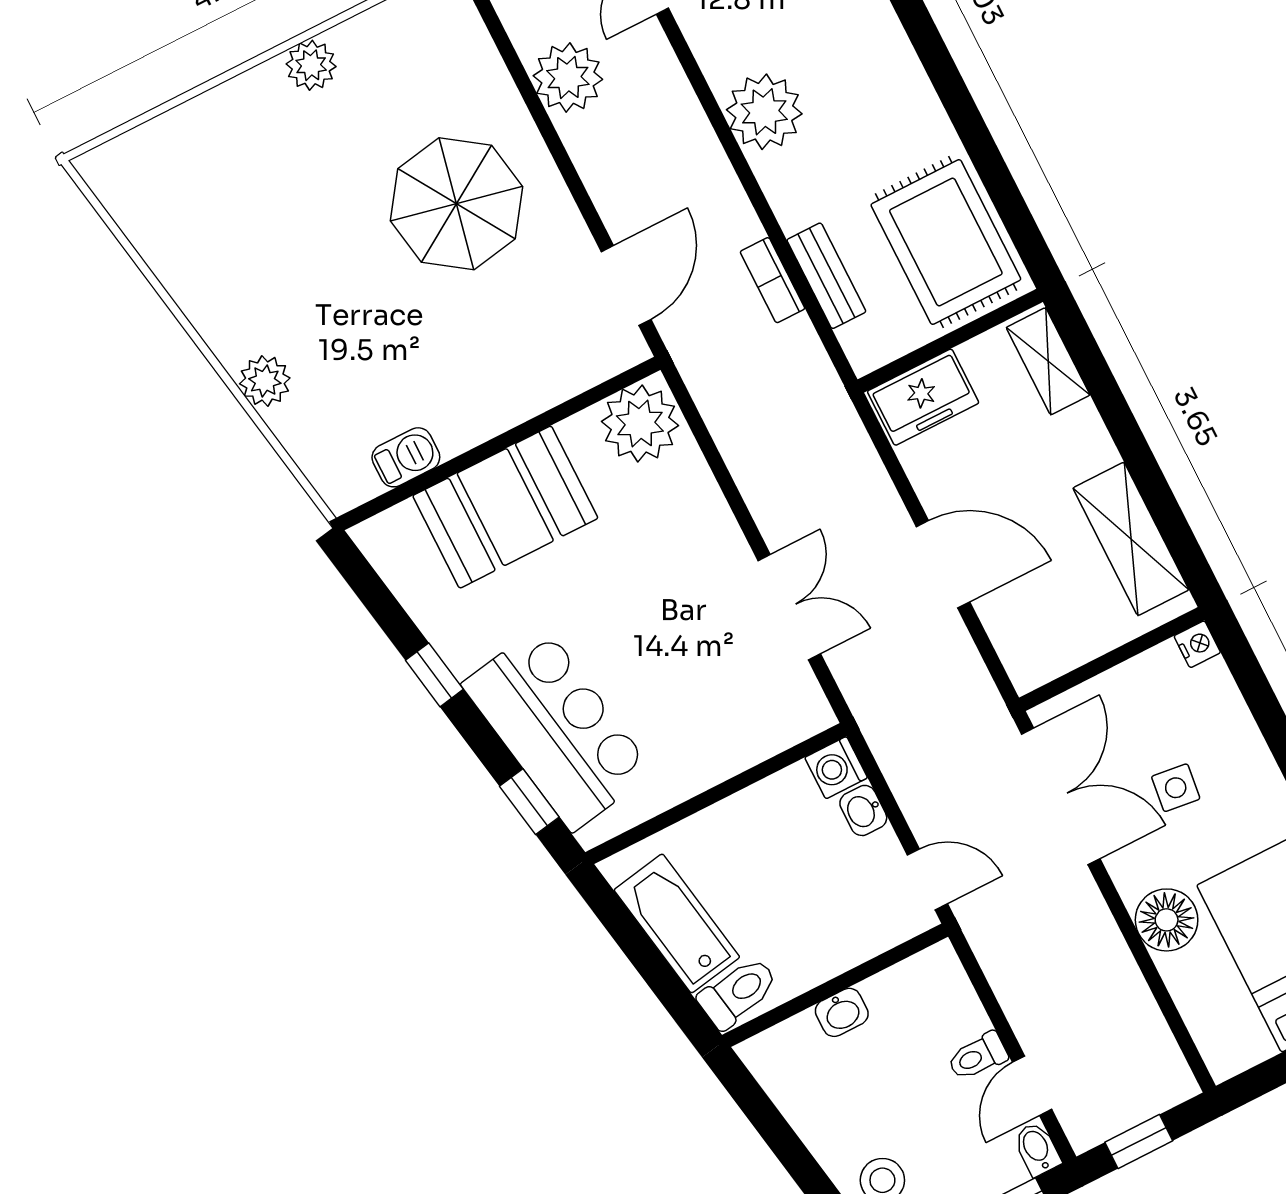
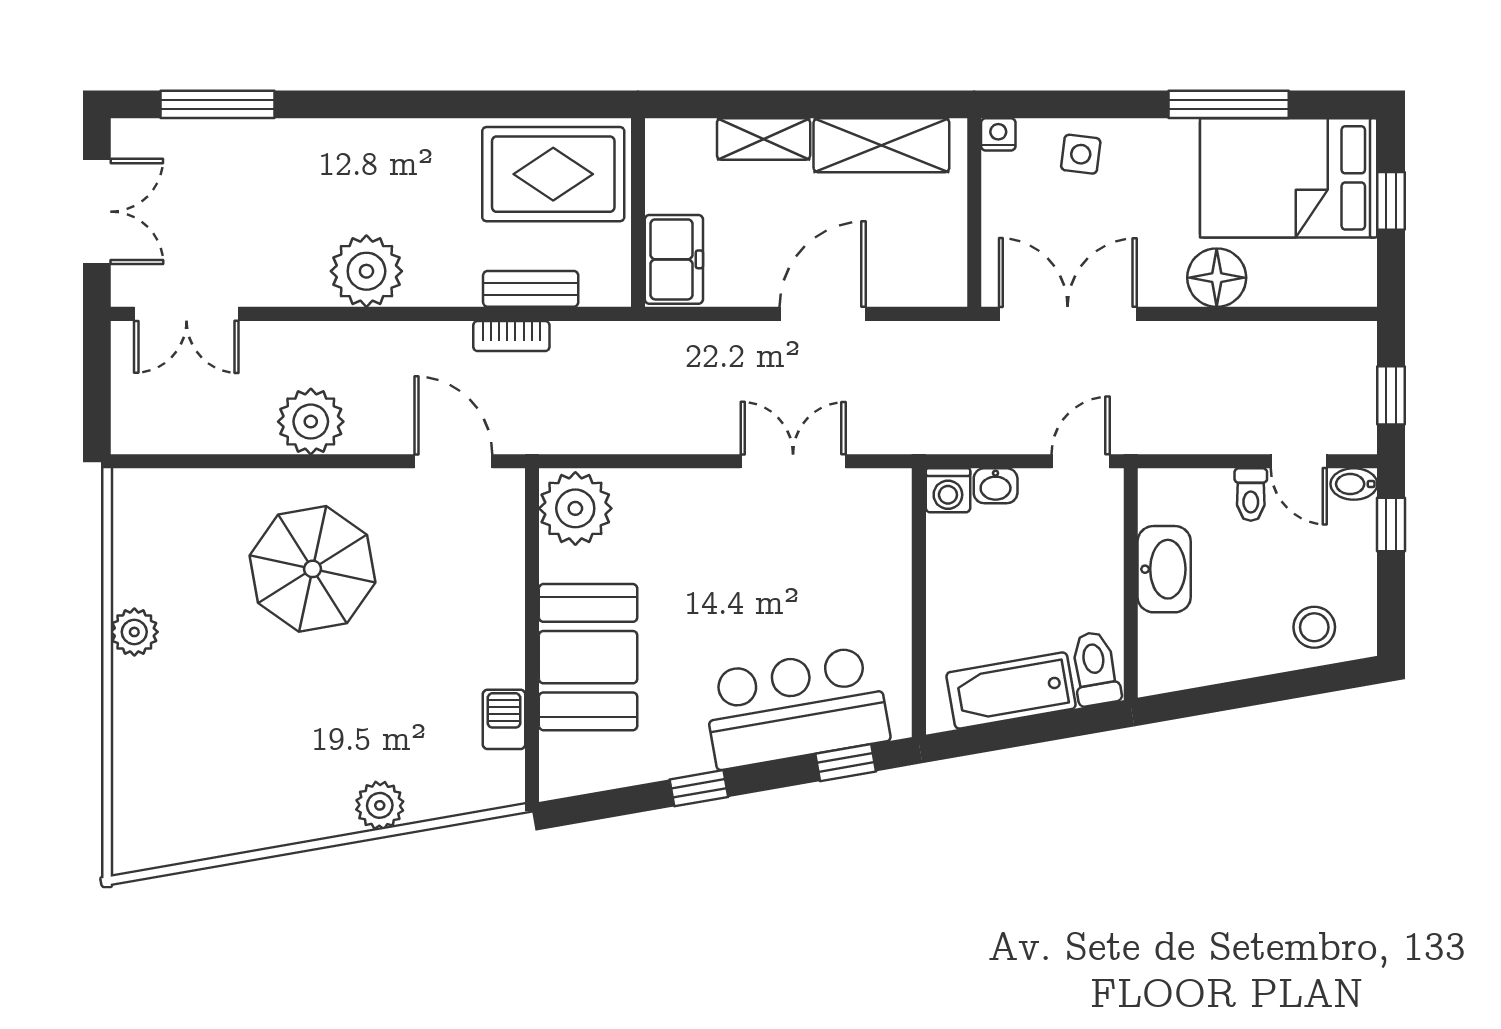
plant: (568, 78) -> (311, 422), moved
shelving: (1048, 361) -> (764, 139), moved
side table: (1176, 788) -> (1081, 154), moved
washbasin: (842, 1012) -> (1164, 569), width x1.91, depth x1.45

